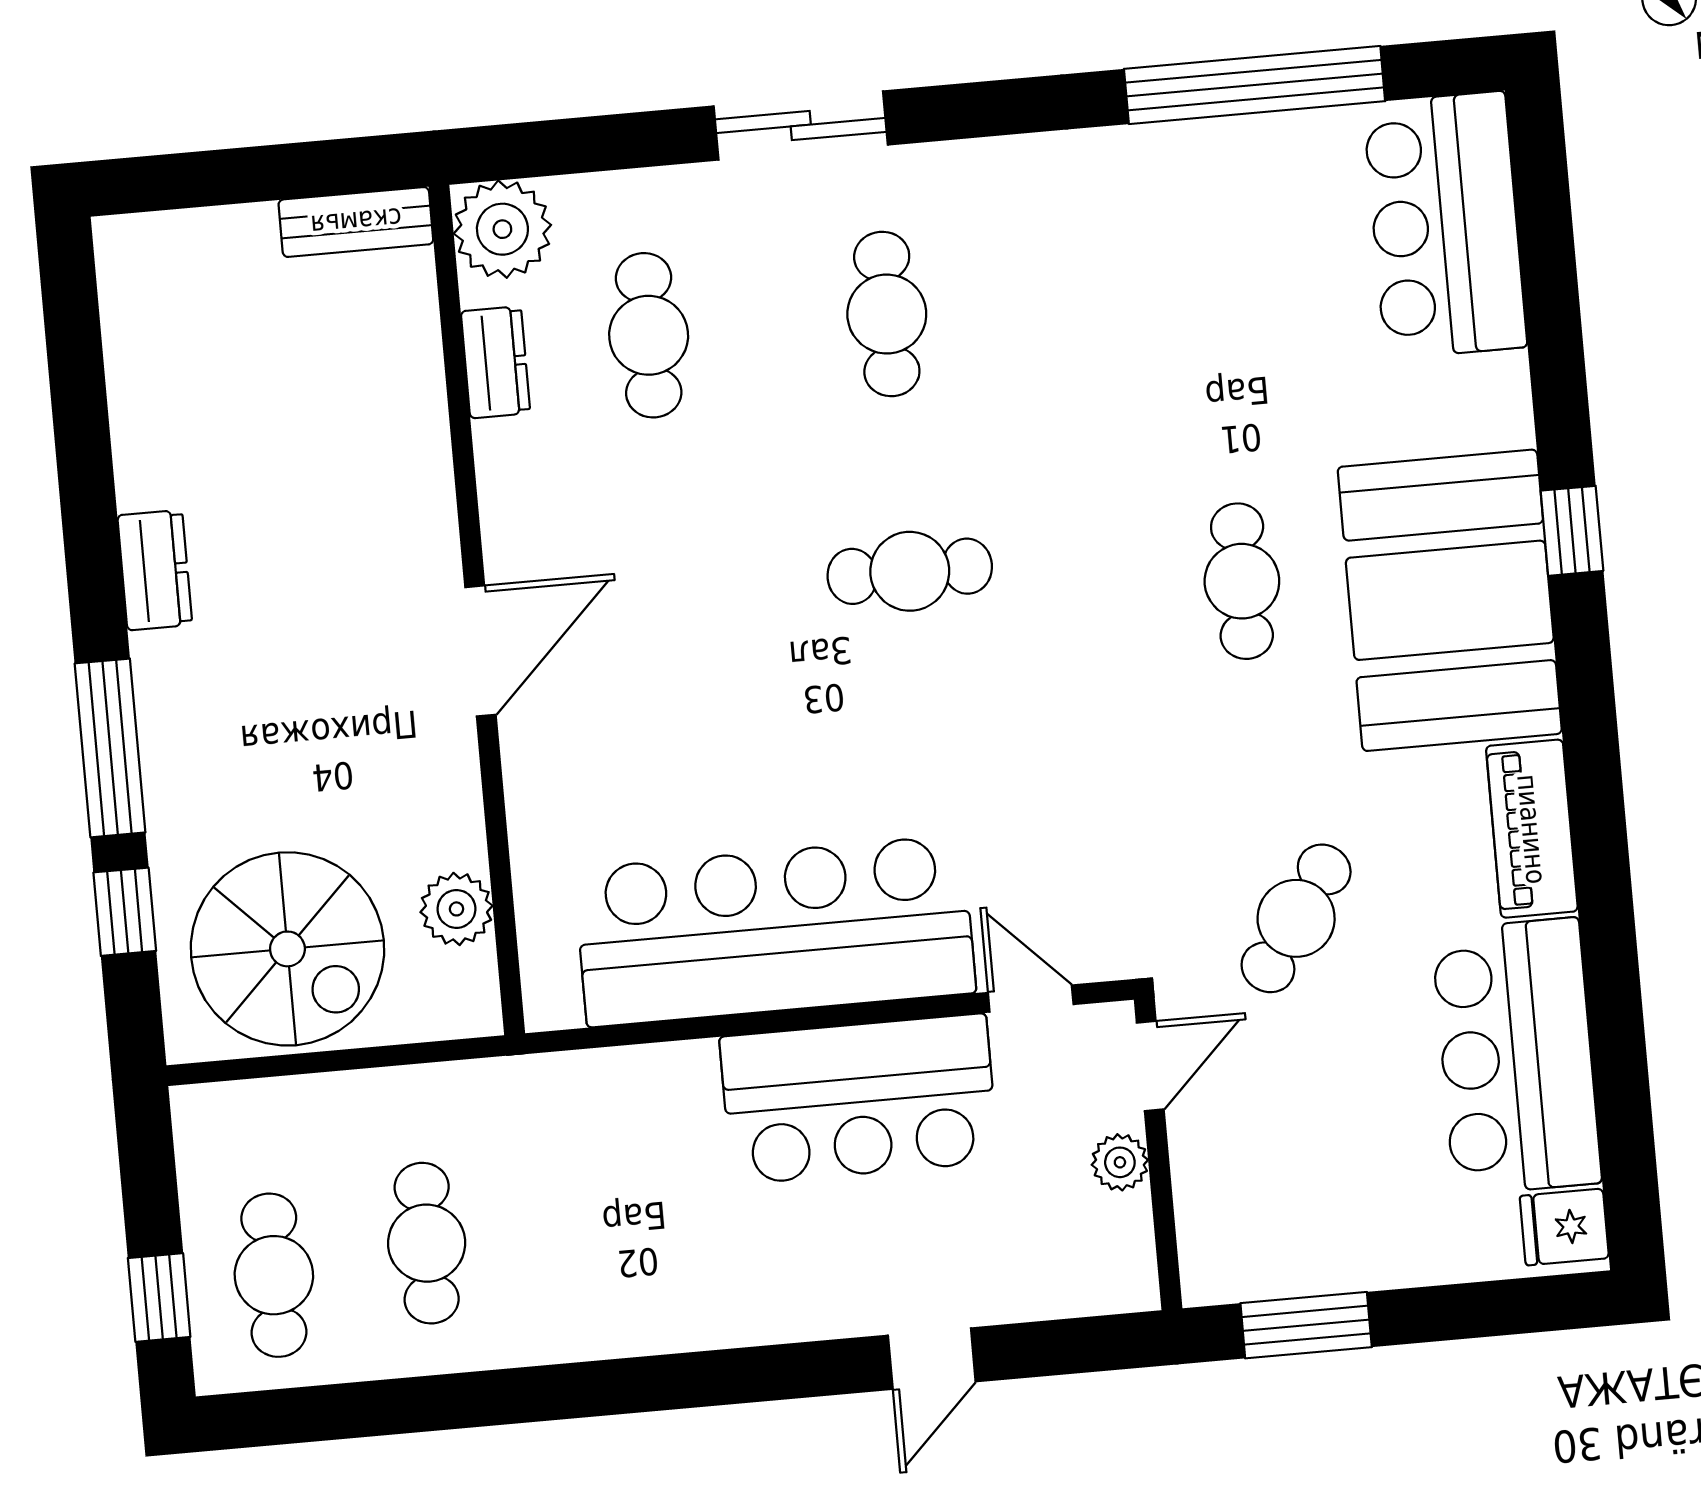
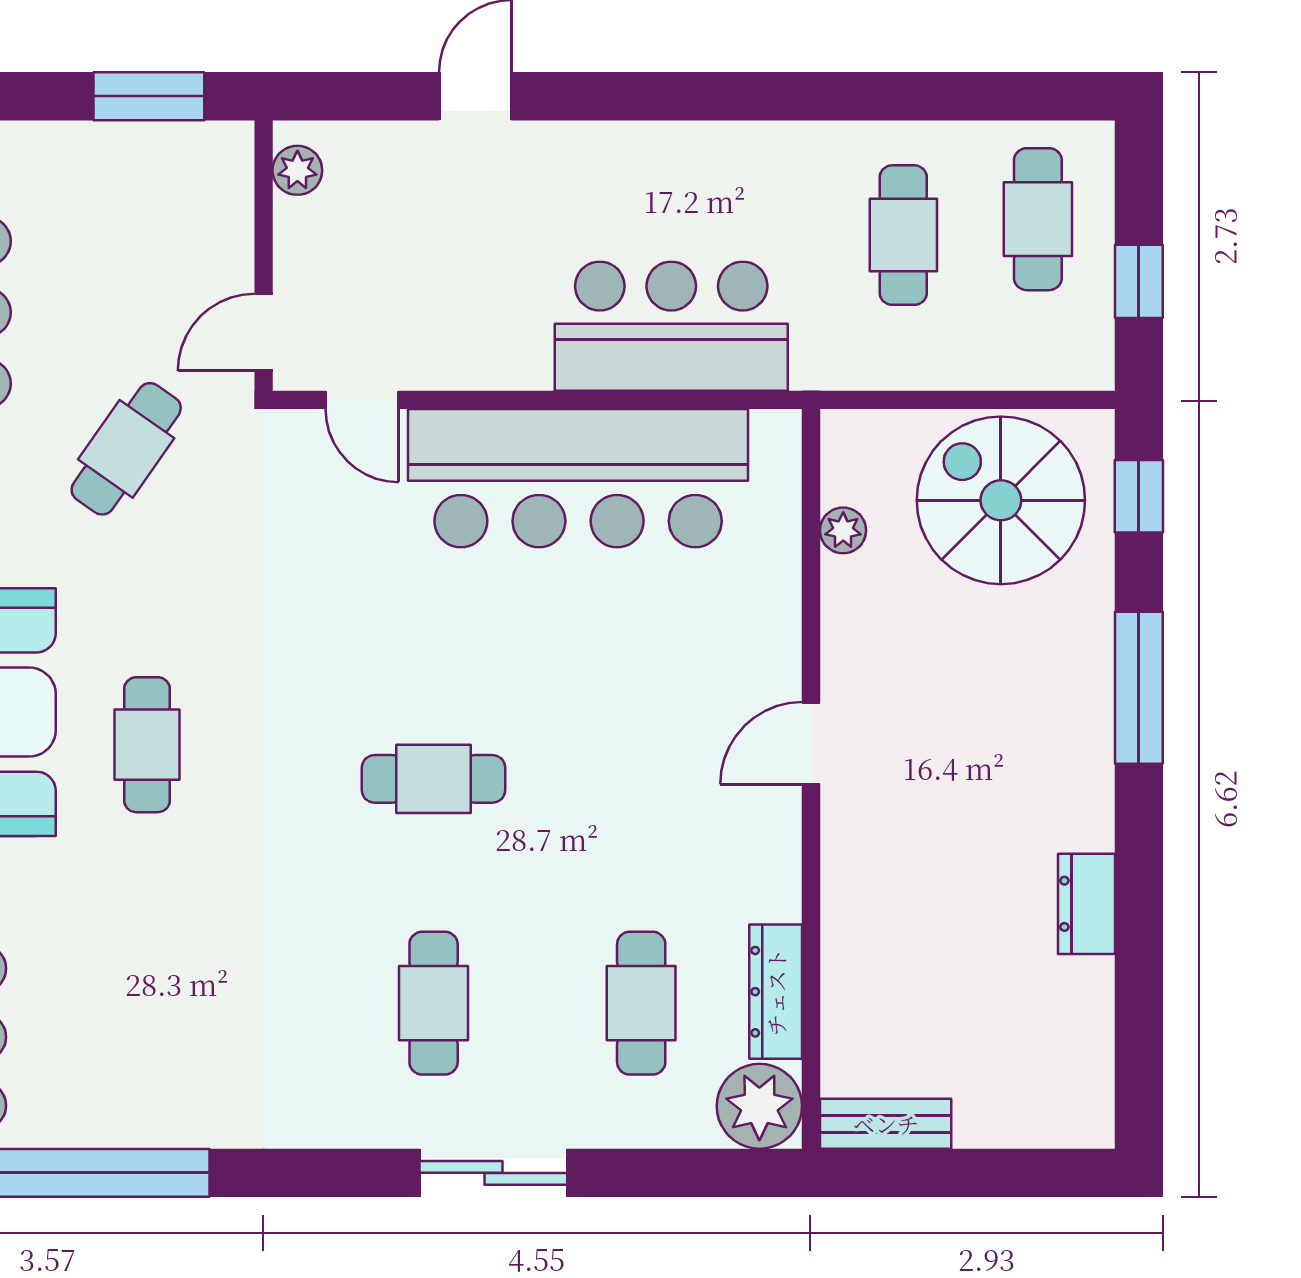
dresser: (495, 362) -> (776, 992), width x1.44
dresser: (155, 570) -> (1086, 904), moved
door: (480, 651) -> (811, 743), width x0.73
plant: (456, 909) -> (843, 530), width x0.73, depth x0.73
window: (125, 912) -> (1139, 496), moved
bar counter: (859, 1099) -> (671, 326), moved
plant: (1120, 1162) -> (297, 170), moved
window: (159, 1297) -> (1139, 281), moved

